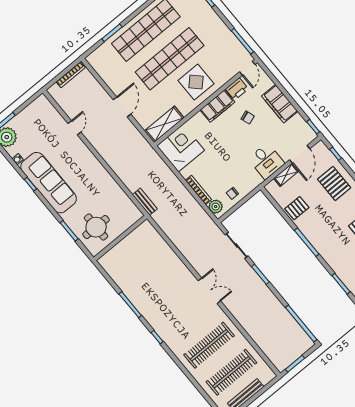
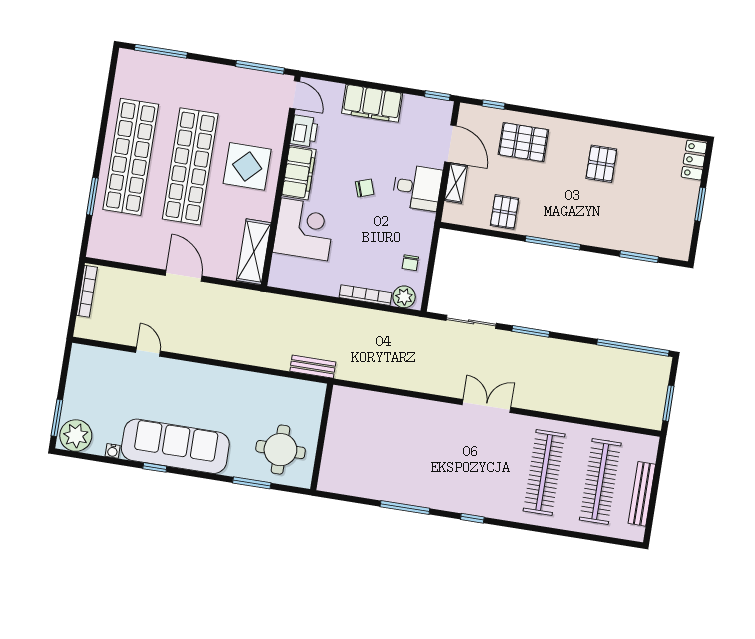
chair: (248, 117) -> (365, 188), moved
corner desk: (181, 148) -> (304, 229), moved, turned 90

